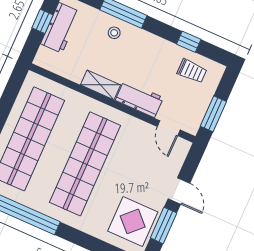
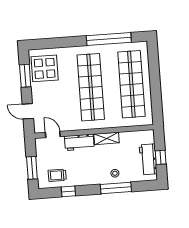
window: (213, 114) -> (32, 168), moved
door: (179, 191) -> (28, 111), moved

